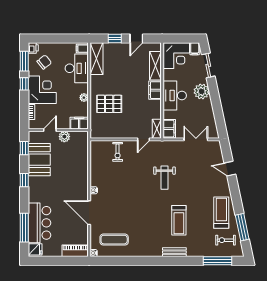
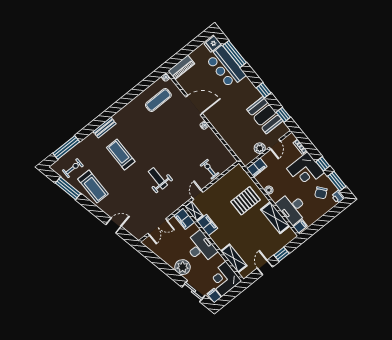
shelving: (97, 59) -> (275, 218), moved
filing cabinet: (155, 90) -> (207, 225), moved

